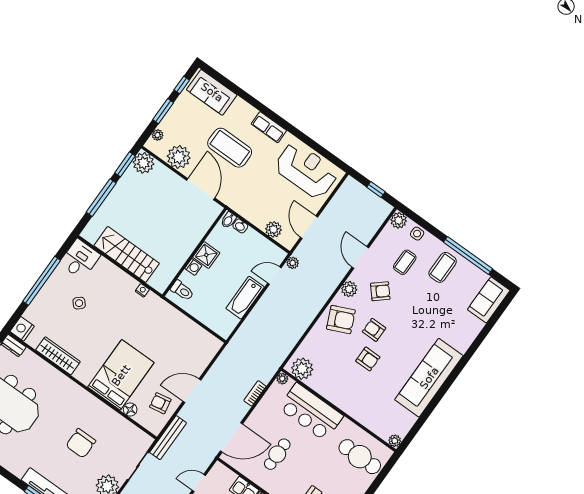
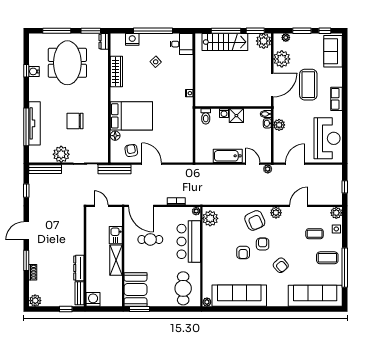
plant: (273, 229) -> (279, 125), moved
stairs: (127, 254) -> (225, 42), moved, turned 90
armchair: (380, 291) -> (281, 265), moved
sofa: (489, 300) -> (315, 296), width x1.85, depth x1.27
nightstand: (22, 329) -> (132, 39), moved
sofa: (429, 378) -> (239, 296), moved

